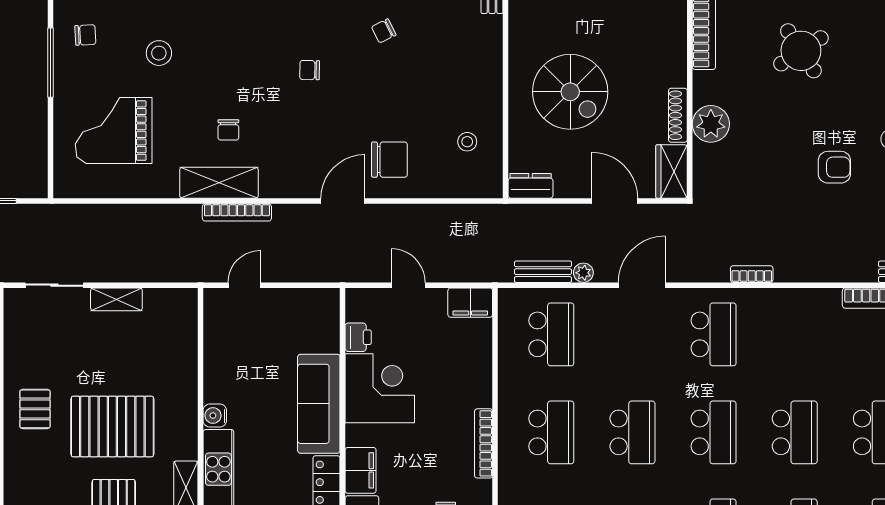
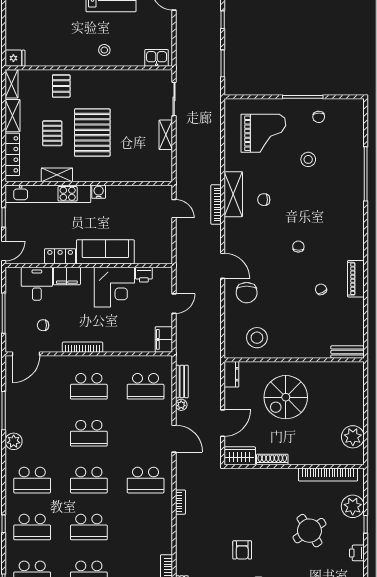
plant: (711, 124) -> (267, 478), removed
grand piano: (114, 131) -> (263, 133), turned 90
stool: (467, 142) -> (257, 338), width x1.89, depth x1.89
pallet: (35, 409) -> (61, 86), moved, turned 90

